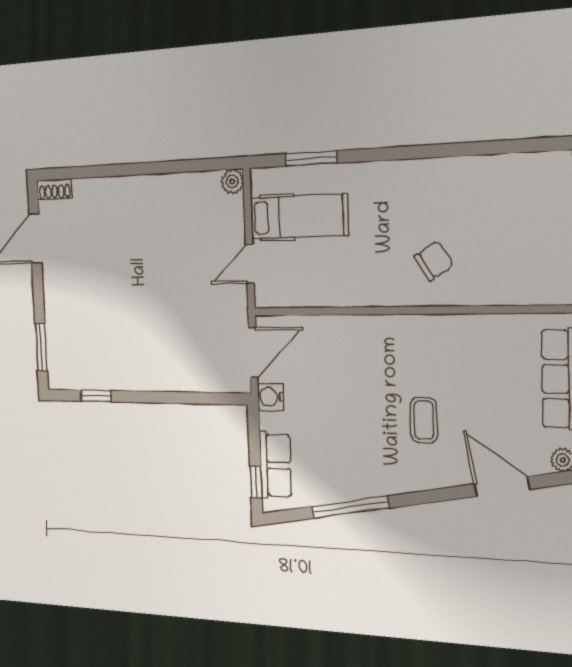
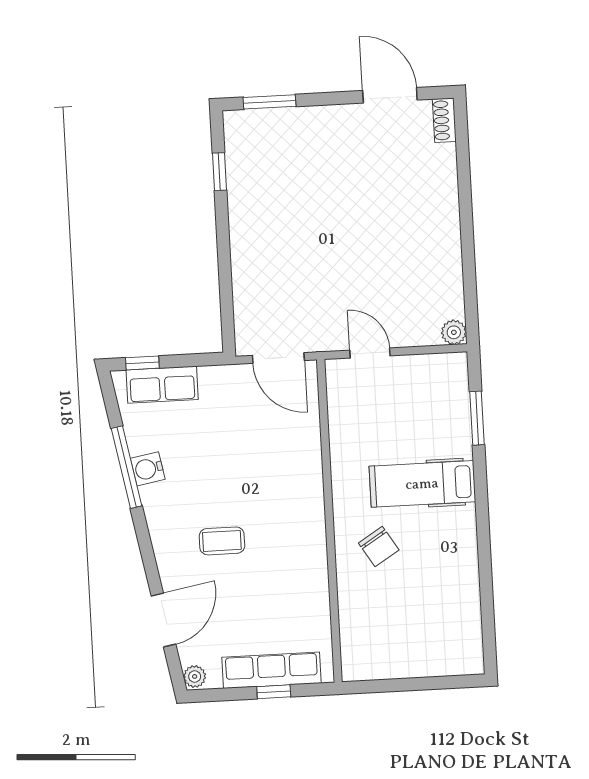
hospital bed: (299, 217) -> (422, 484), moved, turned 90
water cooler: (271, 397) -> (148, 469), moved, turned -100

